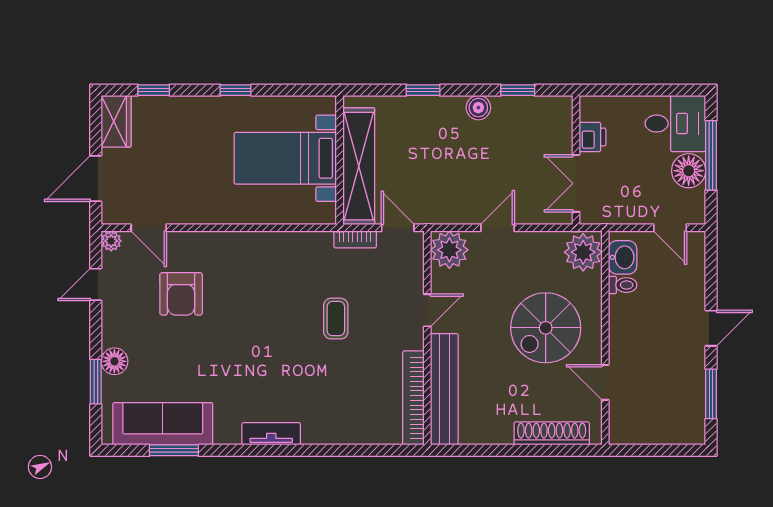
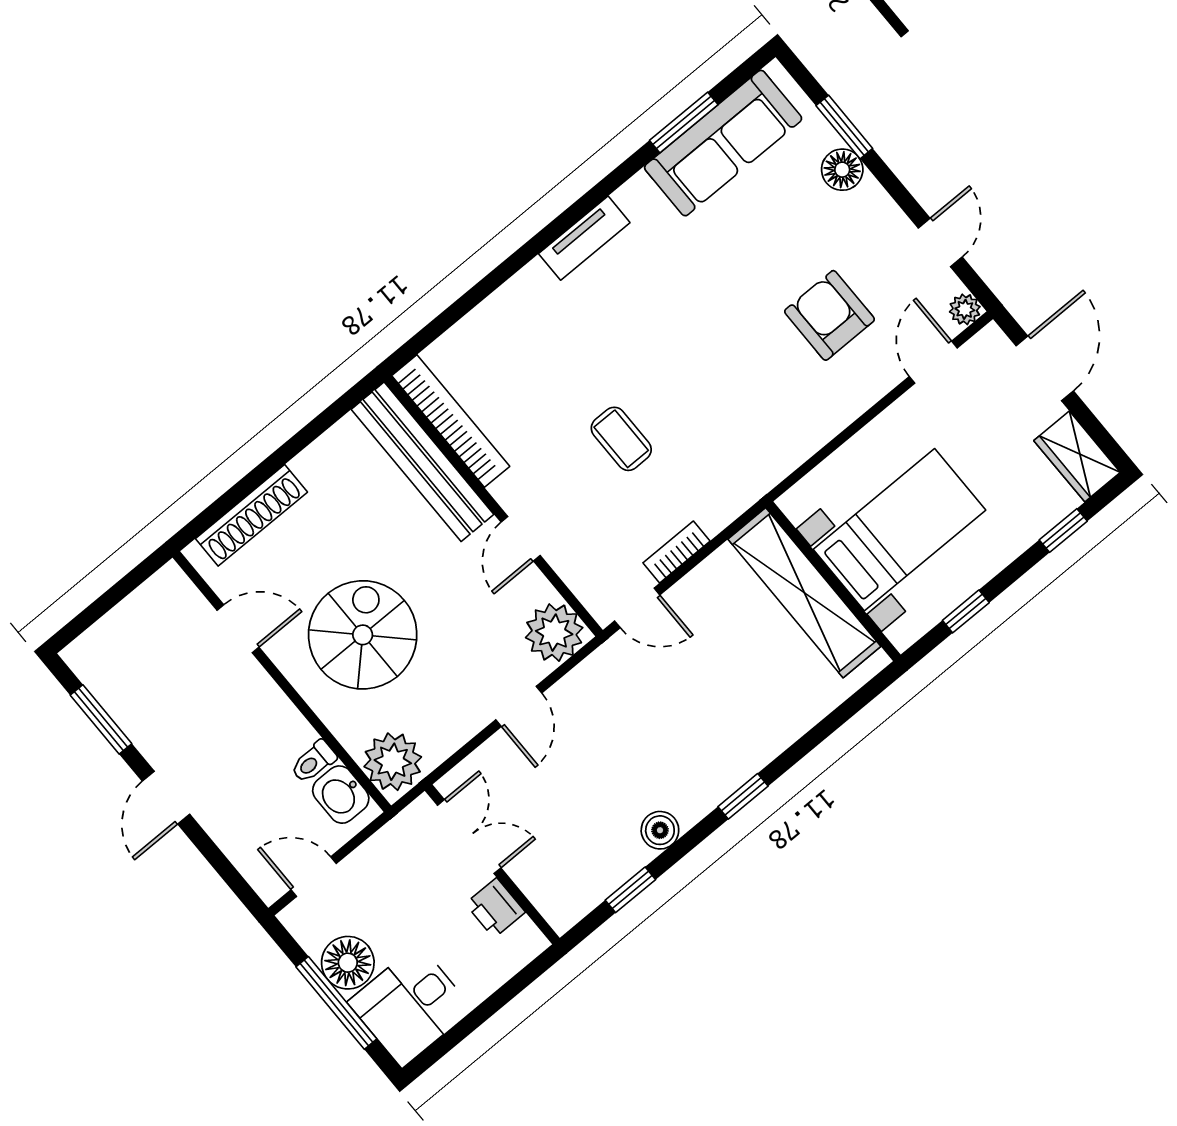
bed with nightstands: (285, 158) -> (899, 530), moved
wall: (340, 160) -> (833, 581), moved
shelving: (359, 166) -> (804, 593), moved
door: (149, 228) -> (933, 362), hinge flipped

